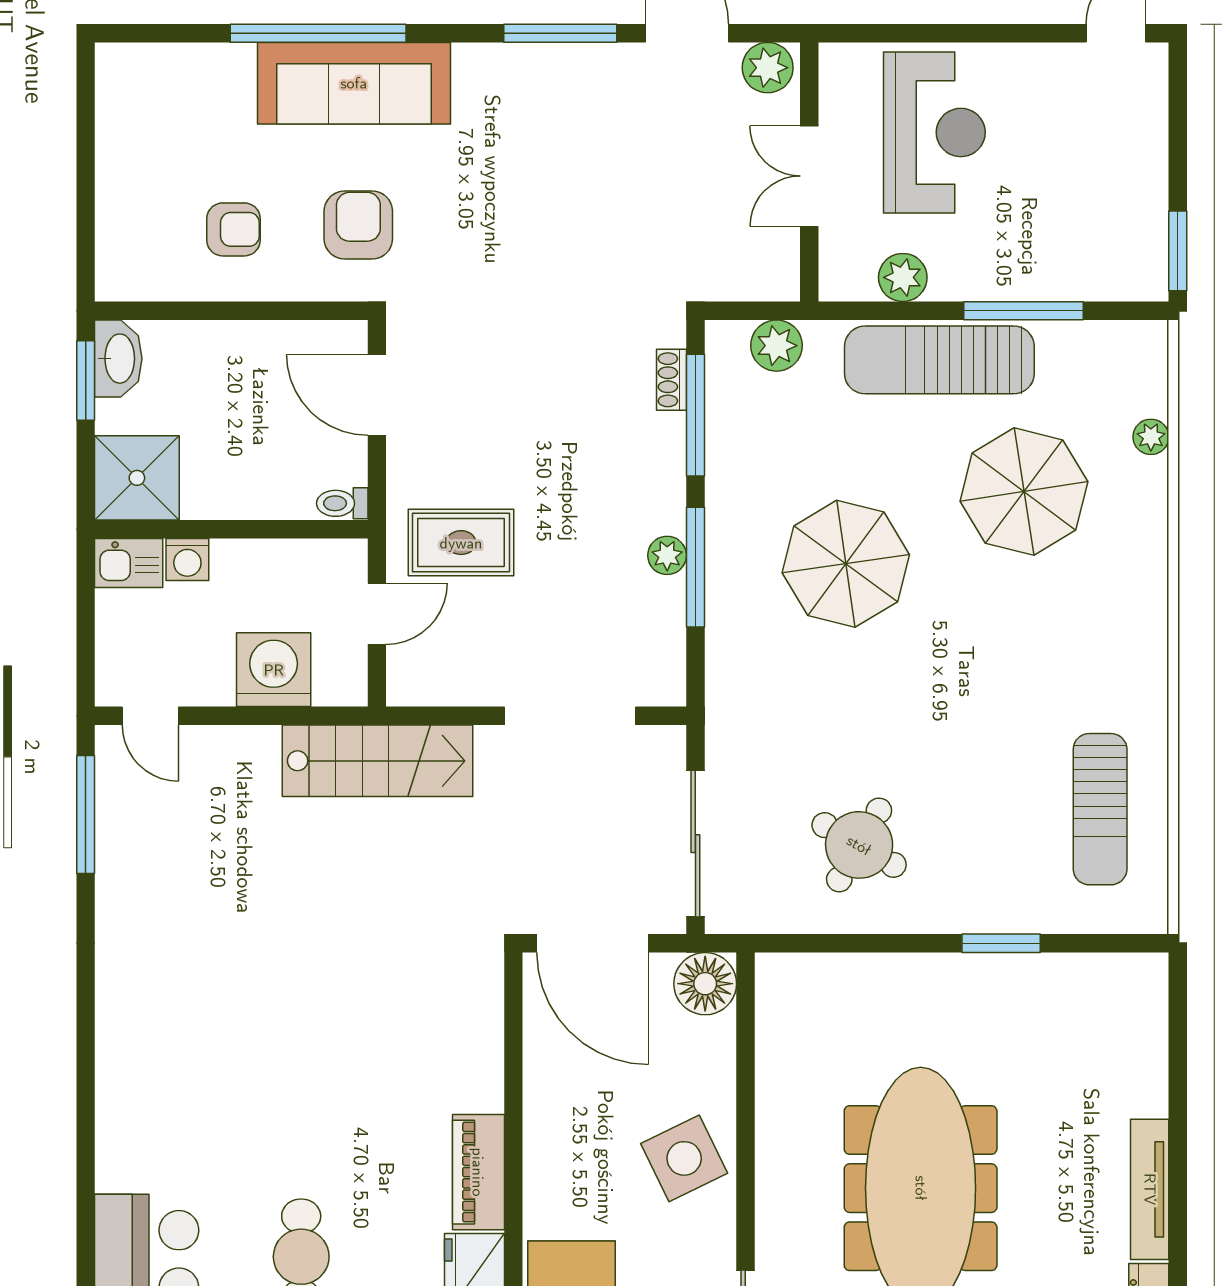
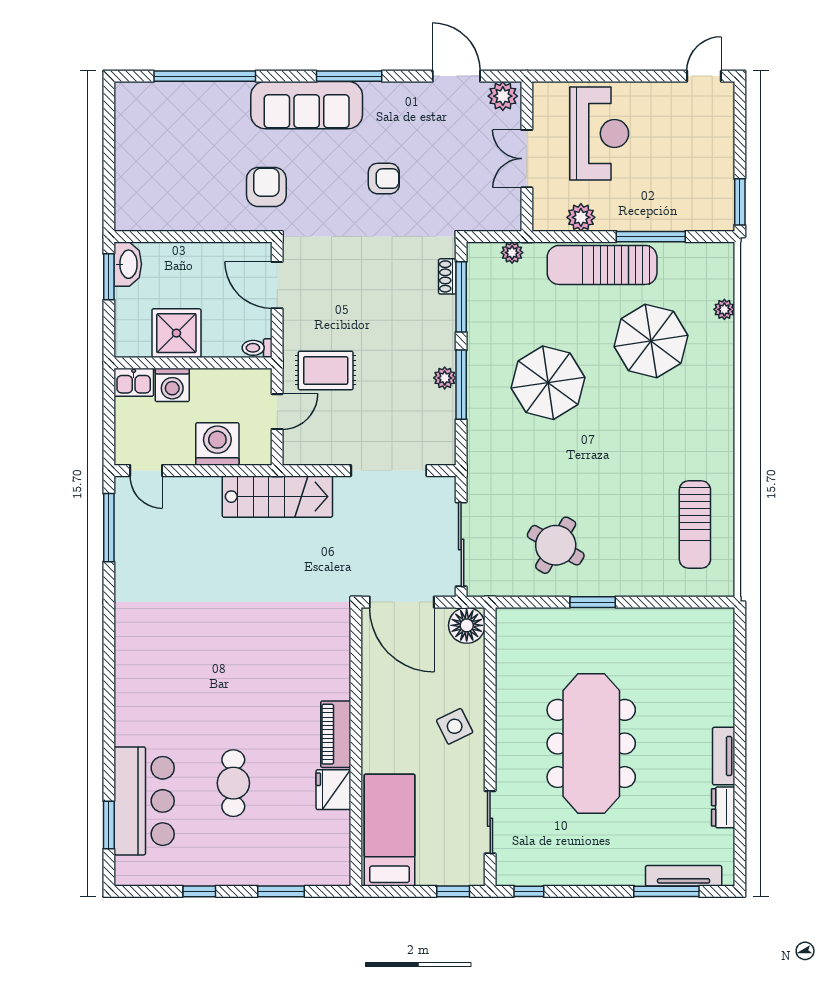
window: (318, 33) -> (205, 76), moved
window: (560, 33) -> (349, 76), moved
sofa: (354, 83) -> (307, 105), moved
armchair: (234, 229) -> (384, 179), moved
plant: (777, 346) -> (512, 253), width x0.73, depth x0.73
shower: (137, 478) -> (176, 333), moved
washing machine: (187, 559) -> (172, 385), width x1.38, depth x1.38
window: (1001, 943) -> (593, 602), moved
side table: (684, 1158) -> (455, 726), width x0.73, depth x0.73
tv unit: (1150, 1189) -> (724, 756), width x0.71

